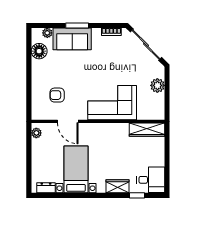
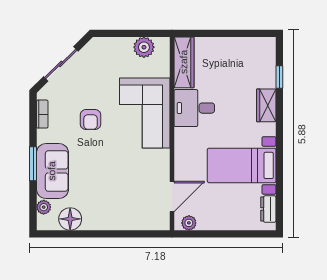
sliding door: (146, 45) -> (61, 64), width x0.73
plant: (157, 85) -> (144, 47), moved
armchair: (57, 95) -> (91, 120), moved
door: (68, 121) -> (172, 196), moved
desk: (151, 180) -> (194, 108), moved, turned -90

